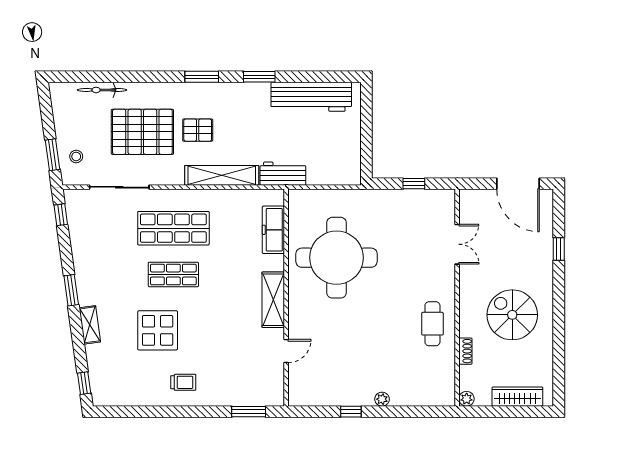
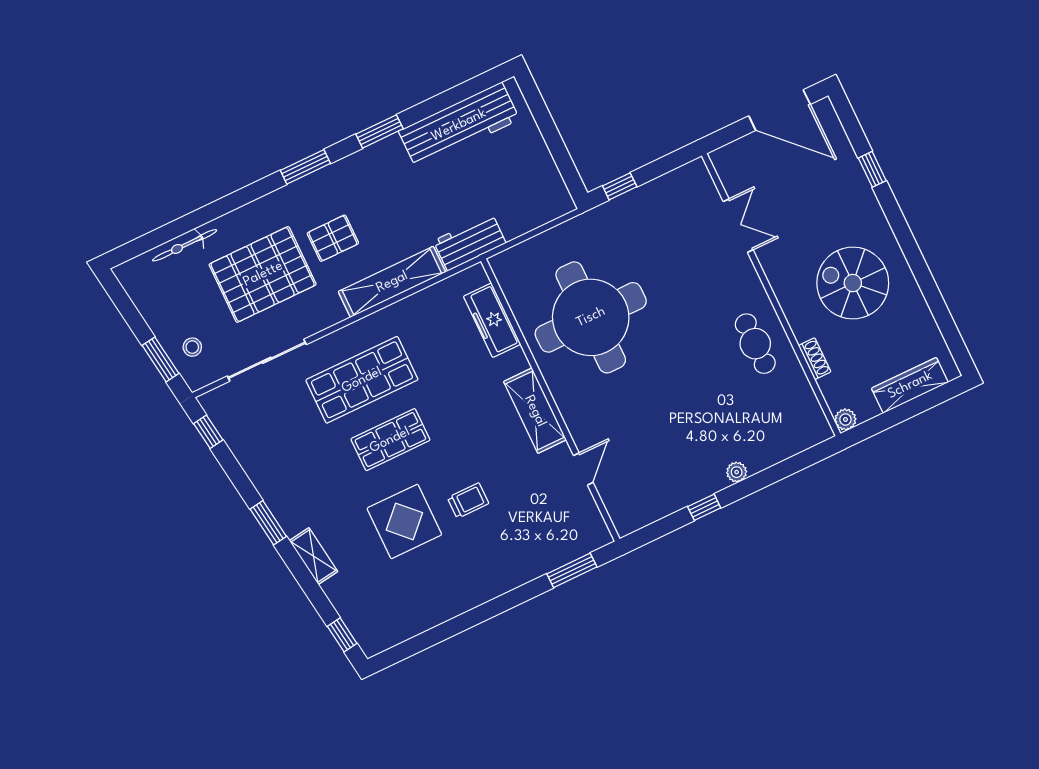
window: (414, 184) -> (620, 186), moved
trolley: (183, 382) -> (468, 501), moved

